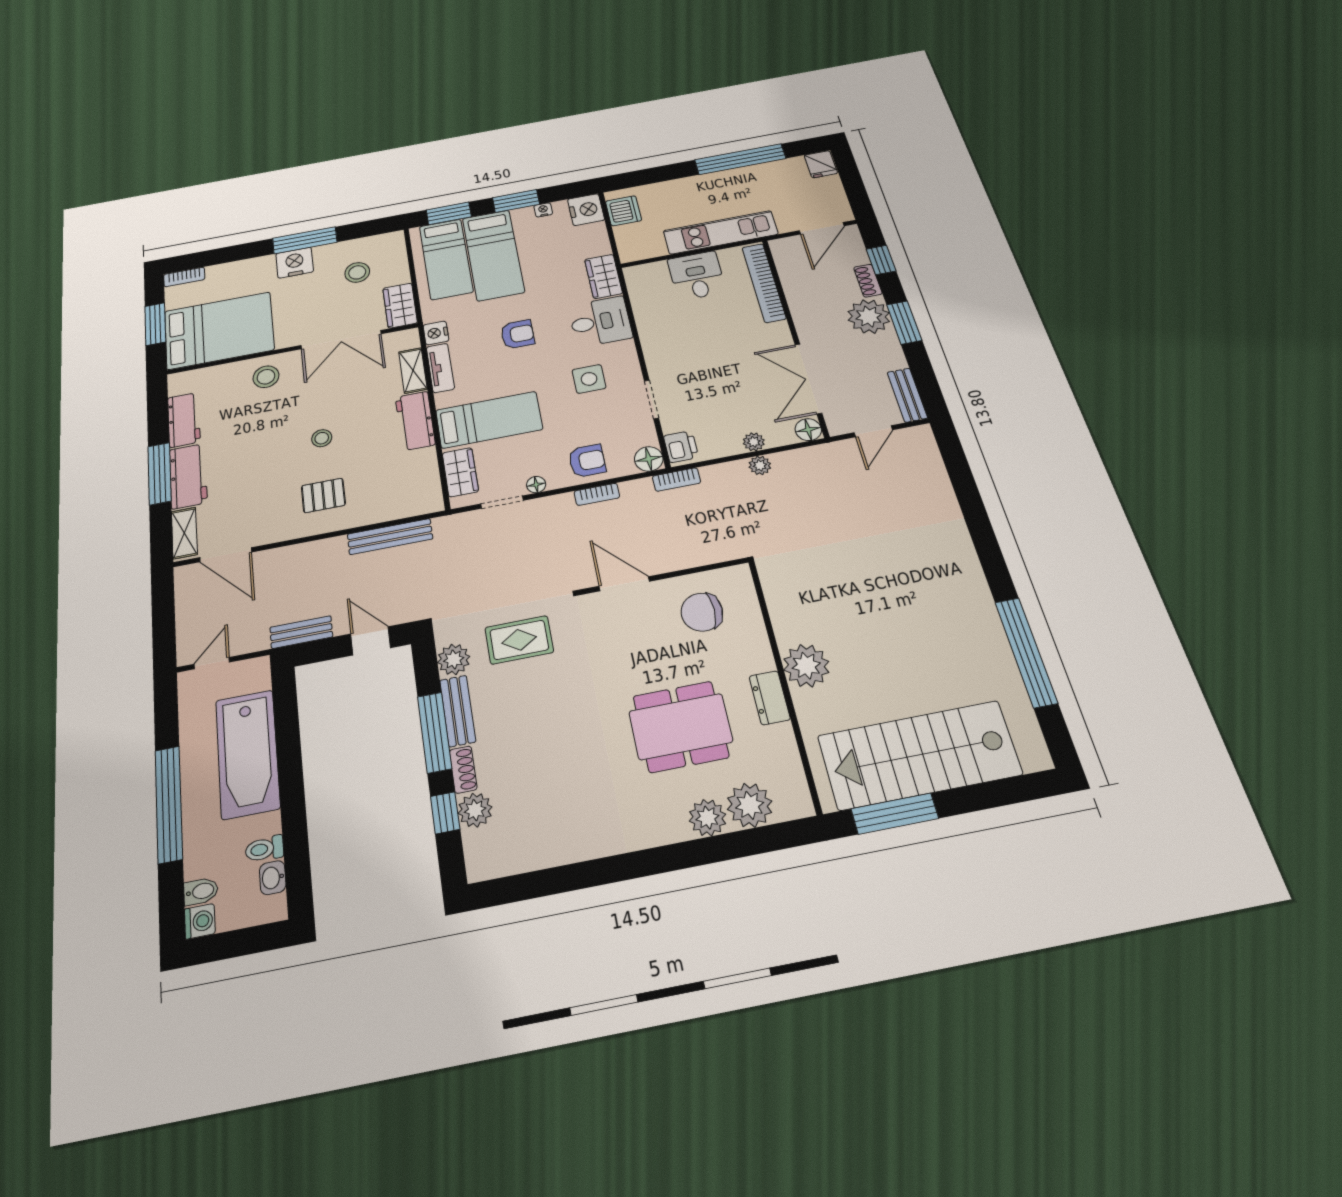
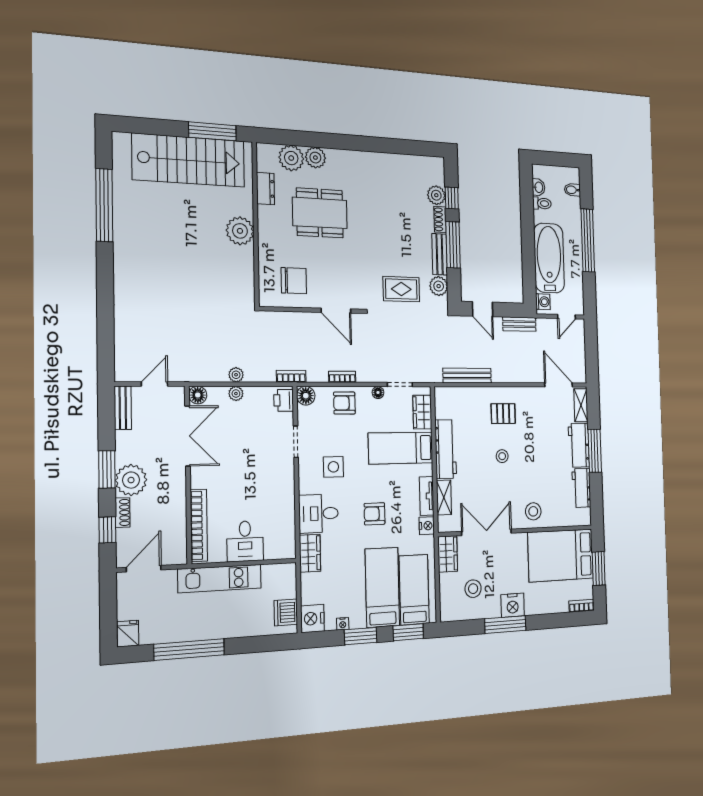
workbench: (415, 421) -> (446, 449), width x1.38
dresser: (770, 698) -> (265, 189), moved
washing machine: (200, 921) -> (543, 302), moved, turned 180

